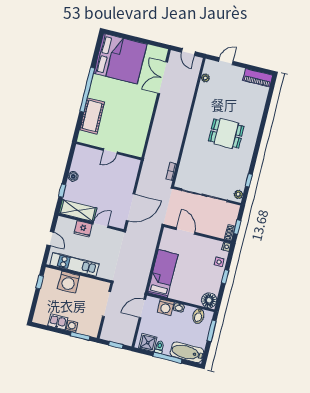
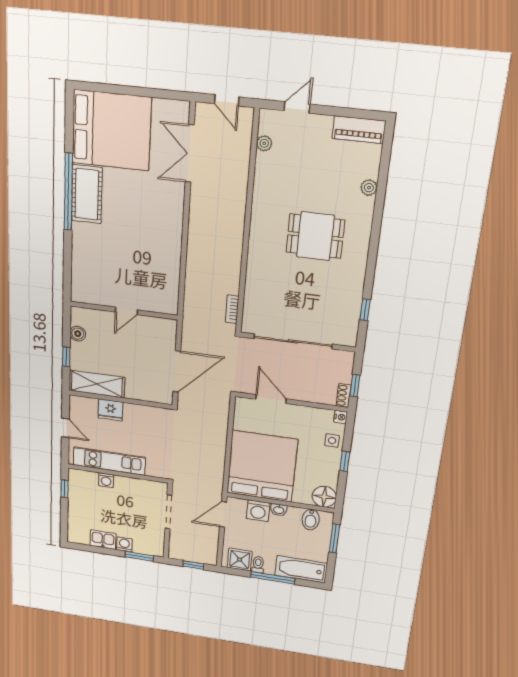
cot: (92, 116) -> (87, 194), moved
wall: (109, 151) -> (124, 311), moved
door: (110, 151) -> (126, 311), moved
plant: (238, 194) -> (369, 188), moved
door: (101, 225) -> (136, 402), removed
bed: (163, 274) -> (262, 466), width x2.04
washing machine: (68, 282) -> (106, 480), width x0.53, depth x0.53

